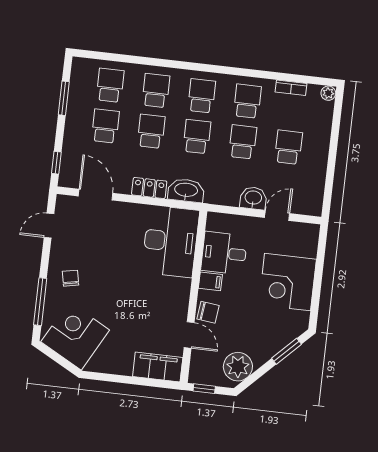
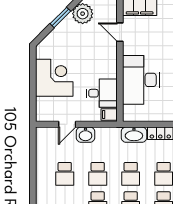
desk: (171, 241) -> (141, 80), moved
filing cabinet: (210, 281) -> (109, 114), moved
chair: (208, 312) -> (108, 50), removed
window: (287, 351) -> (60, 17), moved

